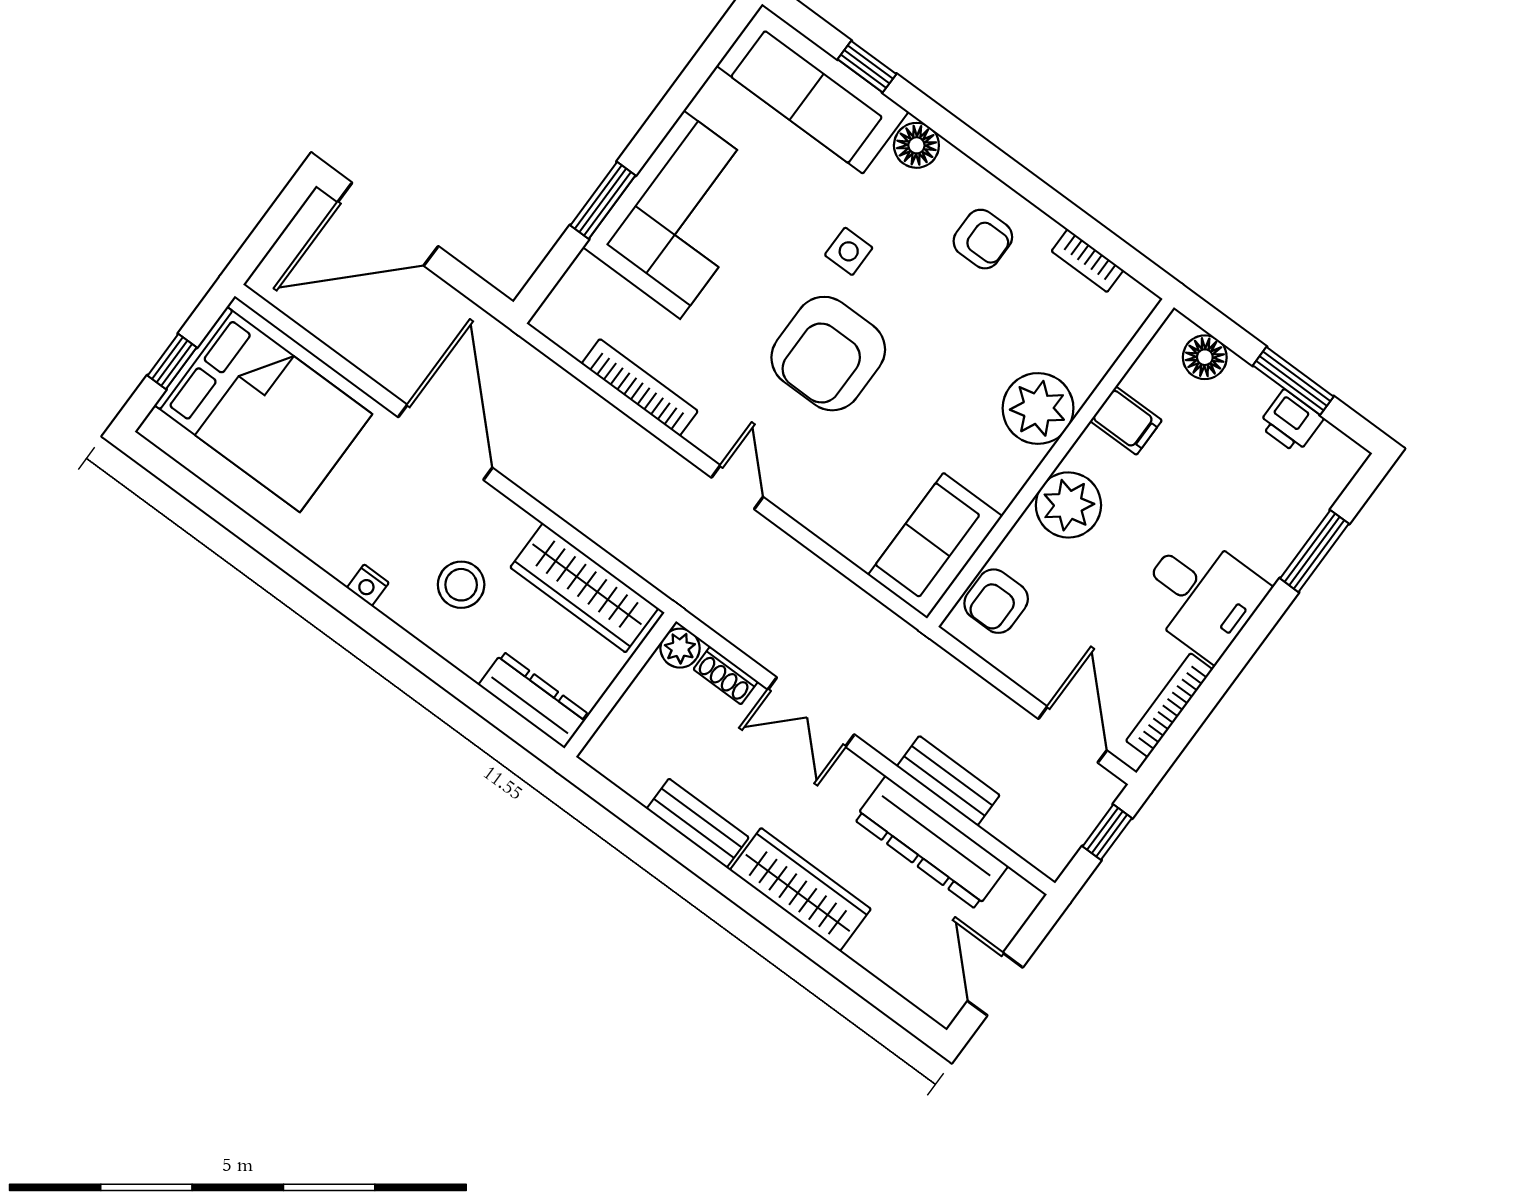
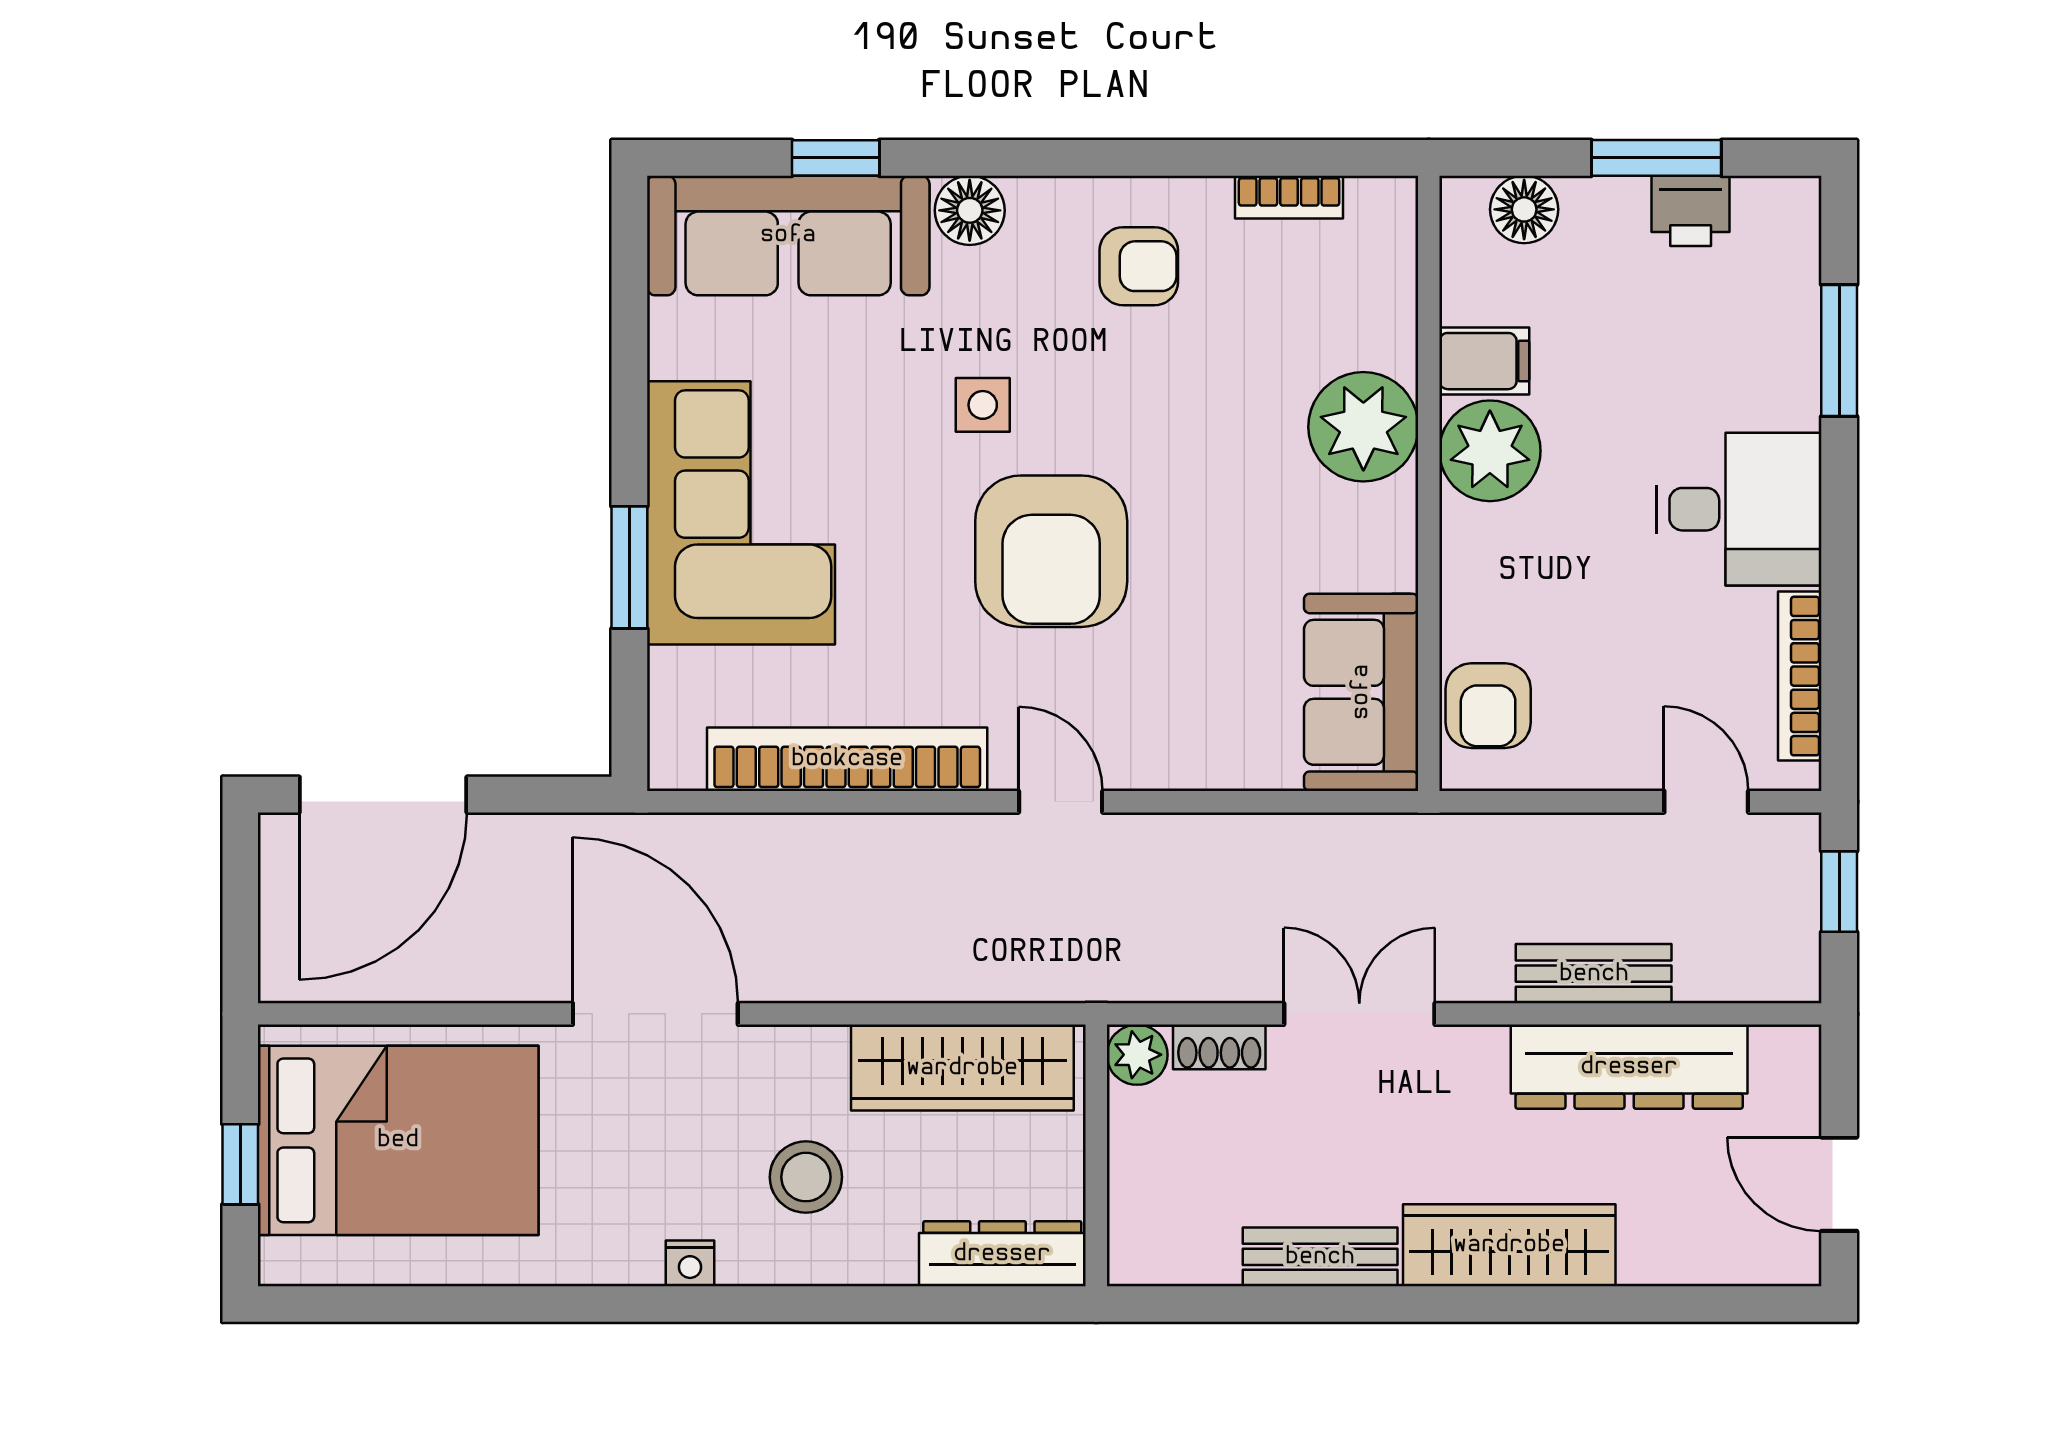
bookcase: (640, 387) -> (847, 759), width x1.48, depth x1.31
plant: (1068, 505) -> (1490, 451), moved
double door: (811, 712) -> (1359, 1014), swing flipped
door: (1073, 735) -> (1706, 802), width x0.73

